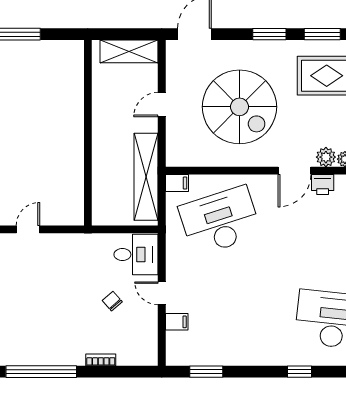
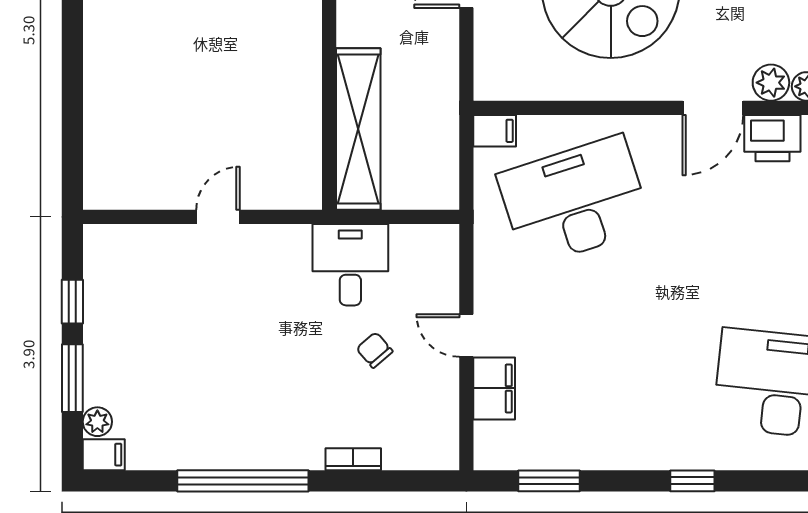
shelving: (146, 177) -> (358, 129), moved
printer: (323, 185) -> (772, 138), width x1.36, depth x1.24
desk: (136, 255) -> (350, 265), moved, turned -90
filing cabinet: (177, 322) -> (494, 388), width x2.00
window: (300, 372) -> (692, 481), moved

